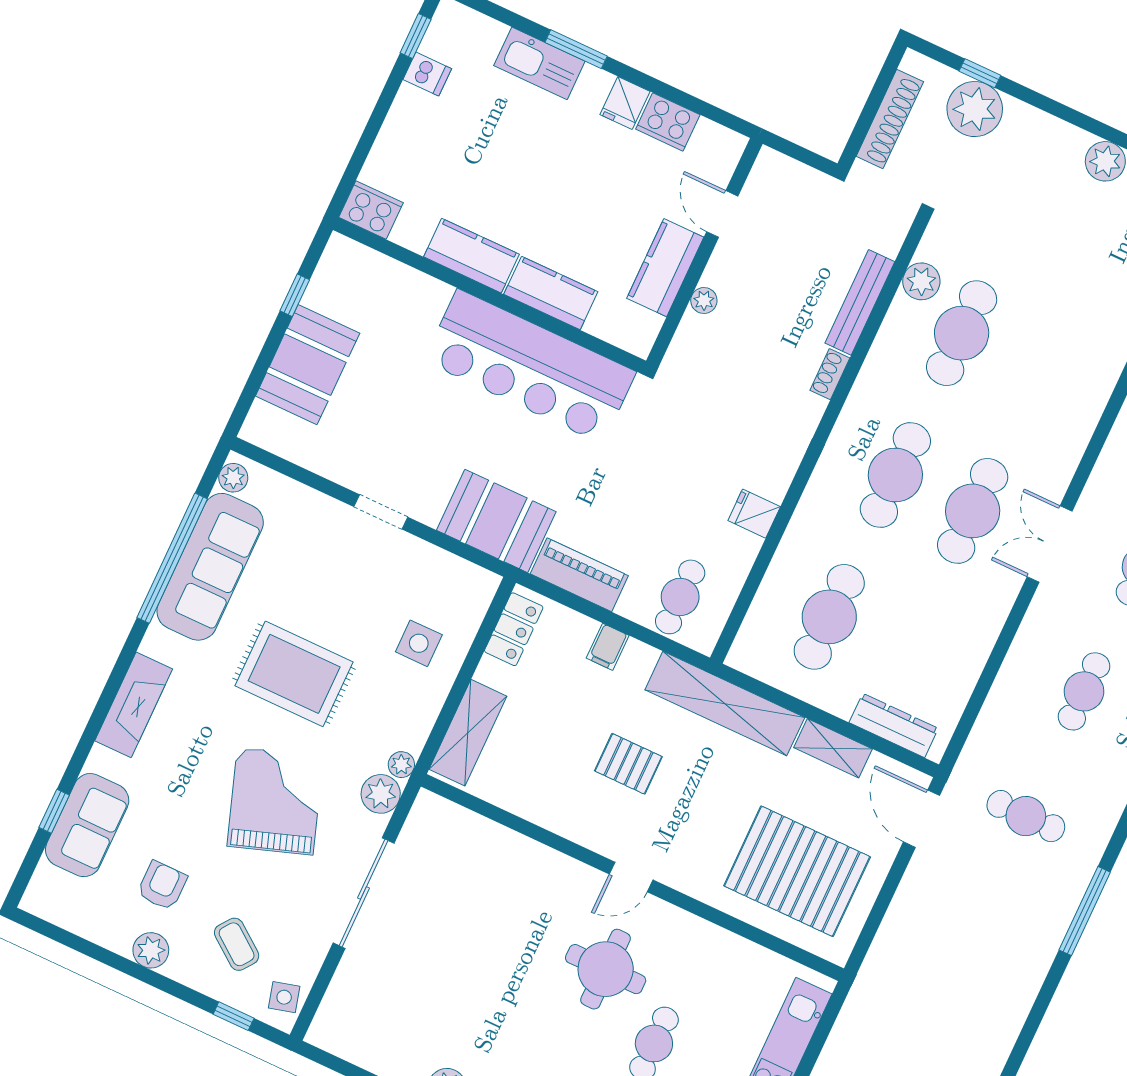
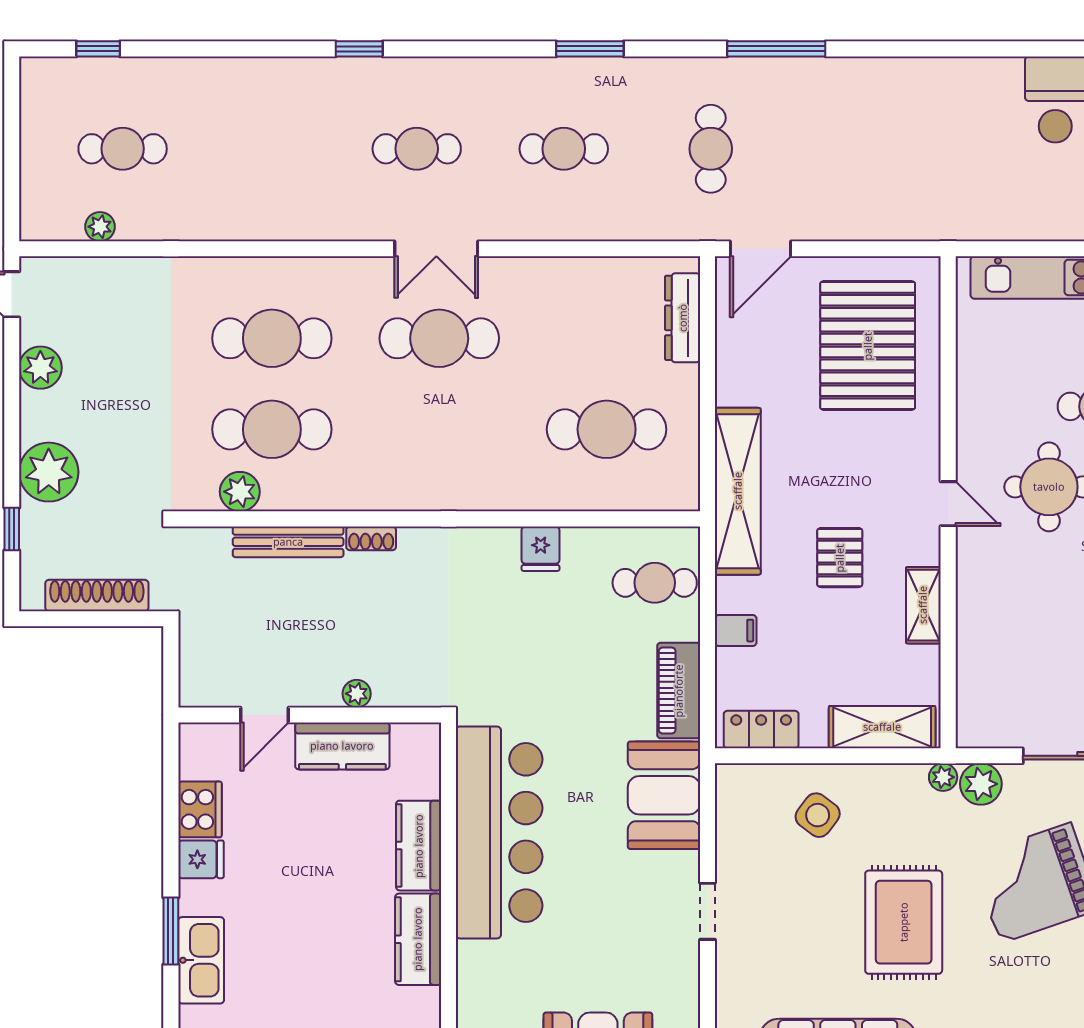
plant: (975, 109) -> (49, 472), moved
cafe table: (895, 475) -> (272, 338), moved
side table: (419, 643) -> (818, 815), turned 37
shelving: (833, 748) -> (923, 605), moved

